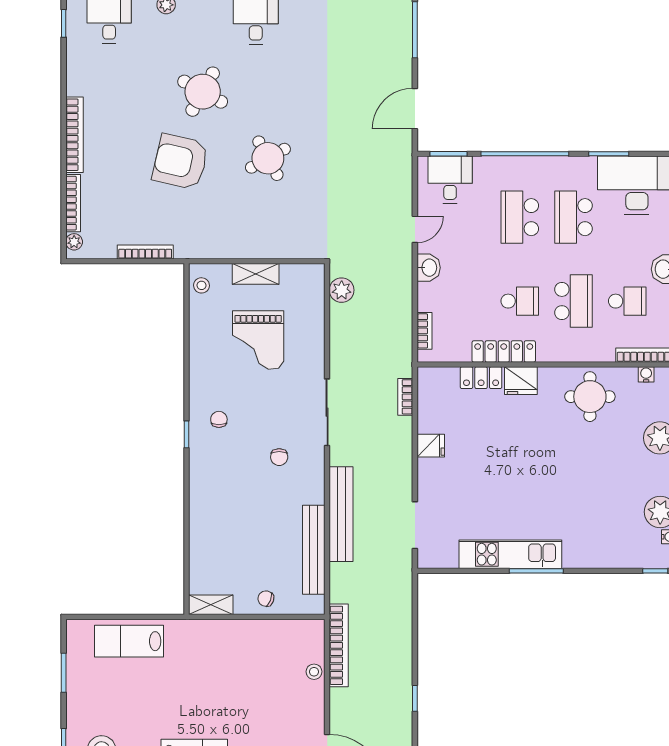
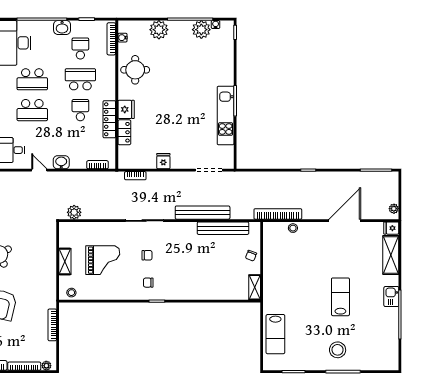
chair: (279, 457) -> (147, 255), moved

